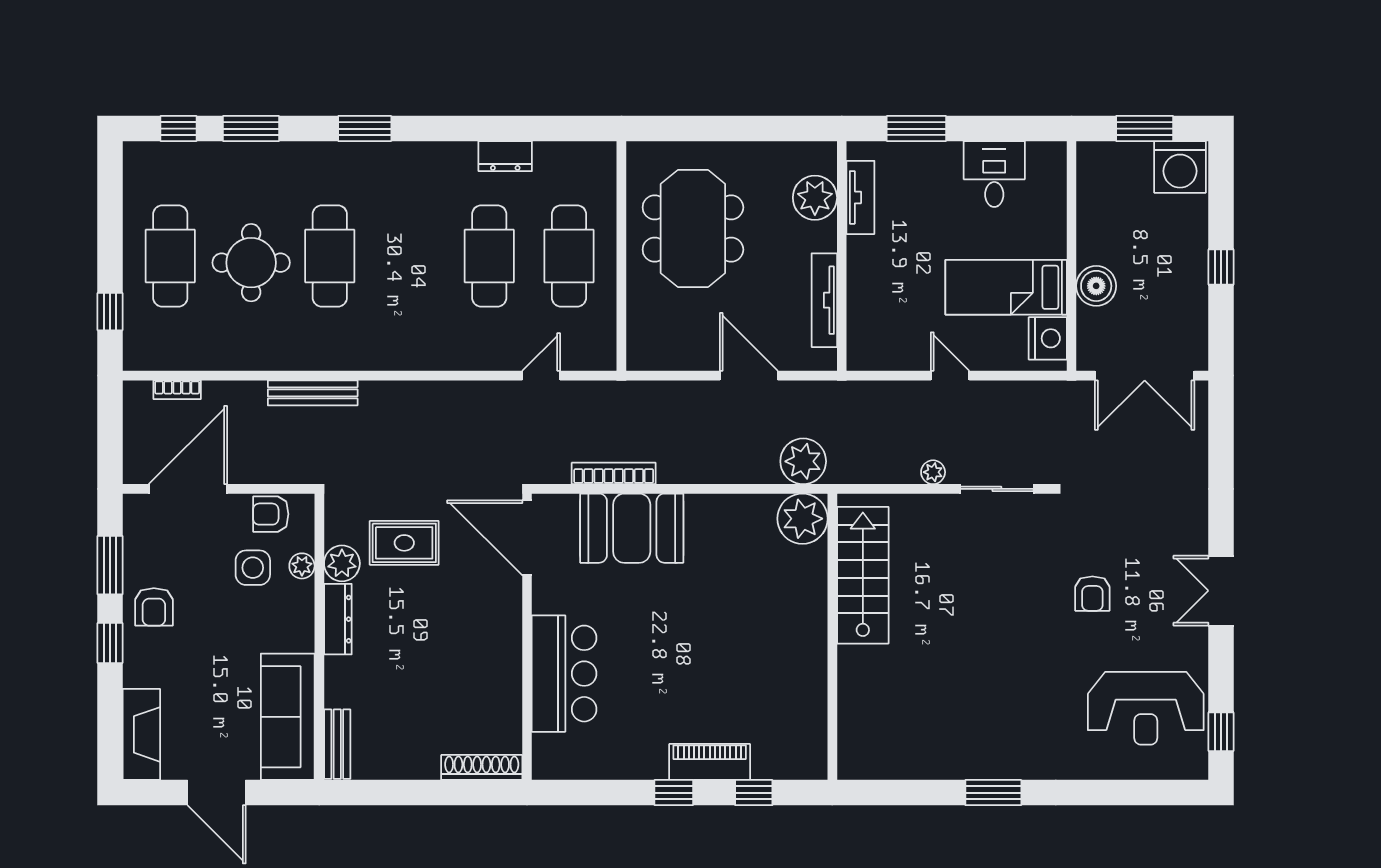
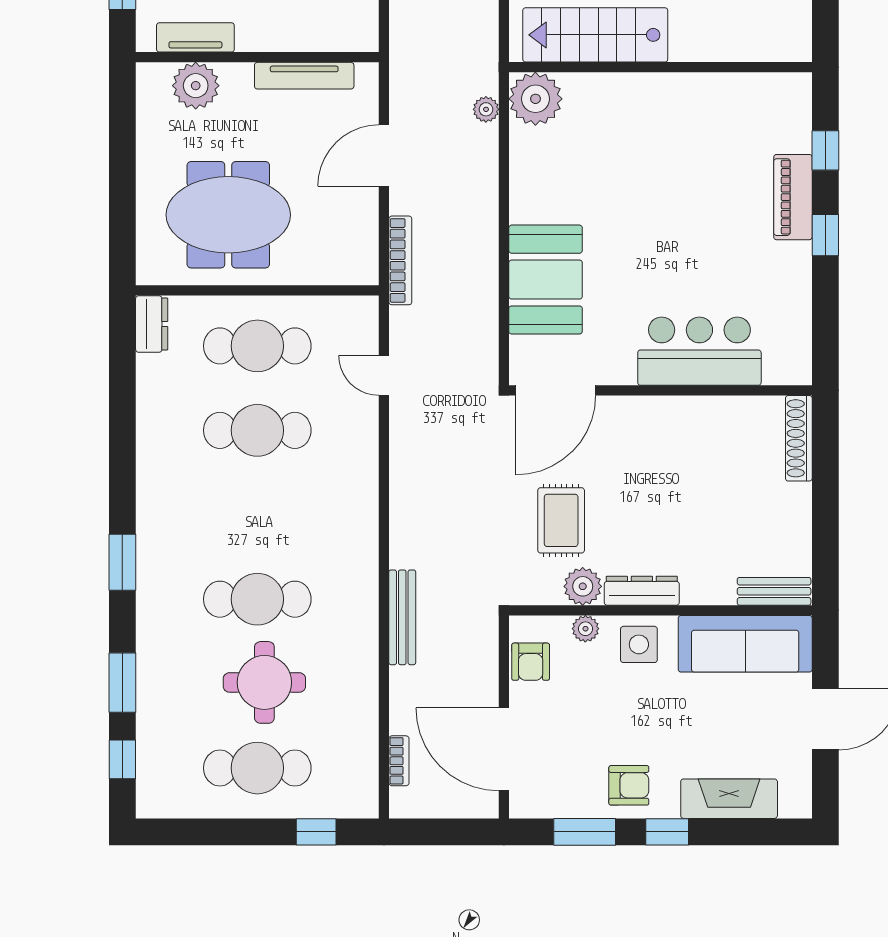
dresser: (505, 156) -> (152, 324), moved
plant: (803, 461) -> (486, 109), width x0.53, depth x0.53
bookcase: (614, 473) -> (400, 260), moved, turned 180
side table: (253, 568) -> (639, 644), moved
fireplace: (141, 734) -> (729, 799), moved

